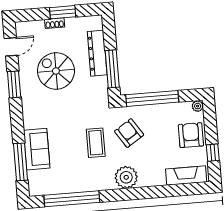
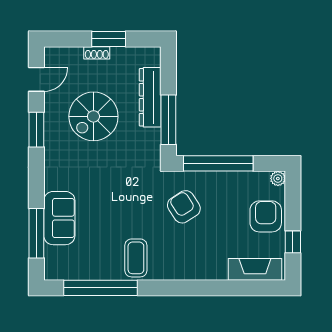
spiral stairs: (56, 71) -> (93, 116), turned -90
coffee table: (96, 143) -> (136, 258), moved
plant: (126, 177) -> (175, 265), removed

